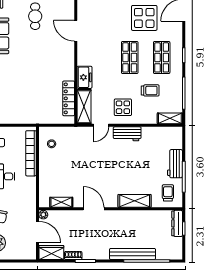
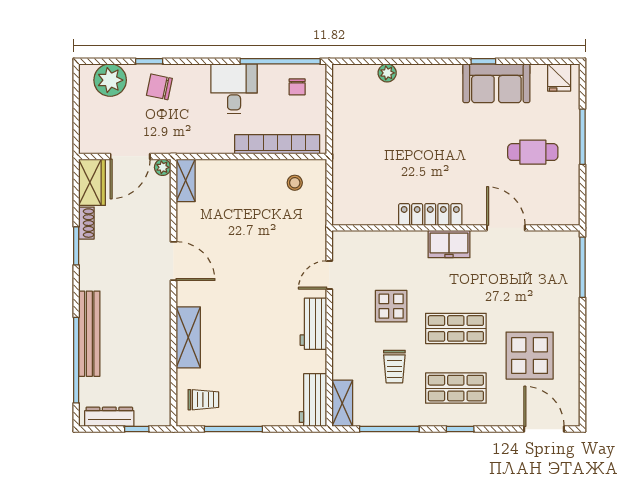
door: (76, 31) -> (506, 228), hinge flipped
freezer: (84, 77) -> (449, 244), moved
locker: (69, 98) -> (430, 214), moved
shelving: (84, 107) -> (364, 243), removed
display table: (123, 107) -> (391, 306), moved
door: (101, 125) -> (329, 275), hinge flipped
workbench: (175, 164) -> (313, 400), moved, turned -90
shelving: (61, 202) -> (186, 180), moved
door: (94, 209) -> (173, 261), hinge flipped
dresser: (177, 223) -> (109, 417), moved

